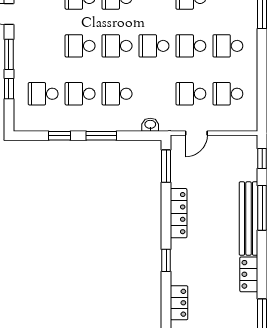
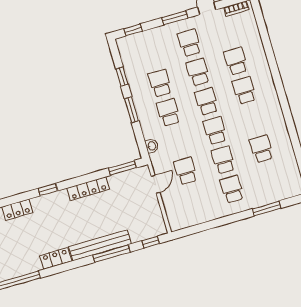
window: (9, 89) -> (133, 30), moved
school desk: (43, 94) -> (189, 43), moved
school desk: (228, 94) -> (194, 200), removed
door: (196, 133) -> (156, 184), swing flipped

